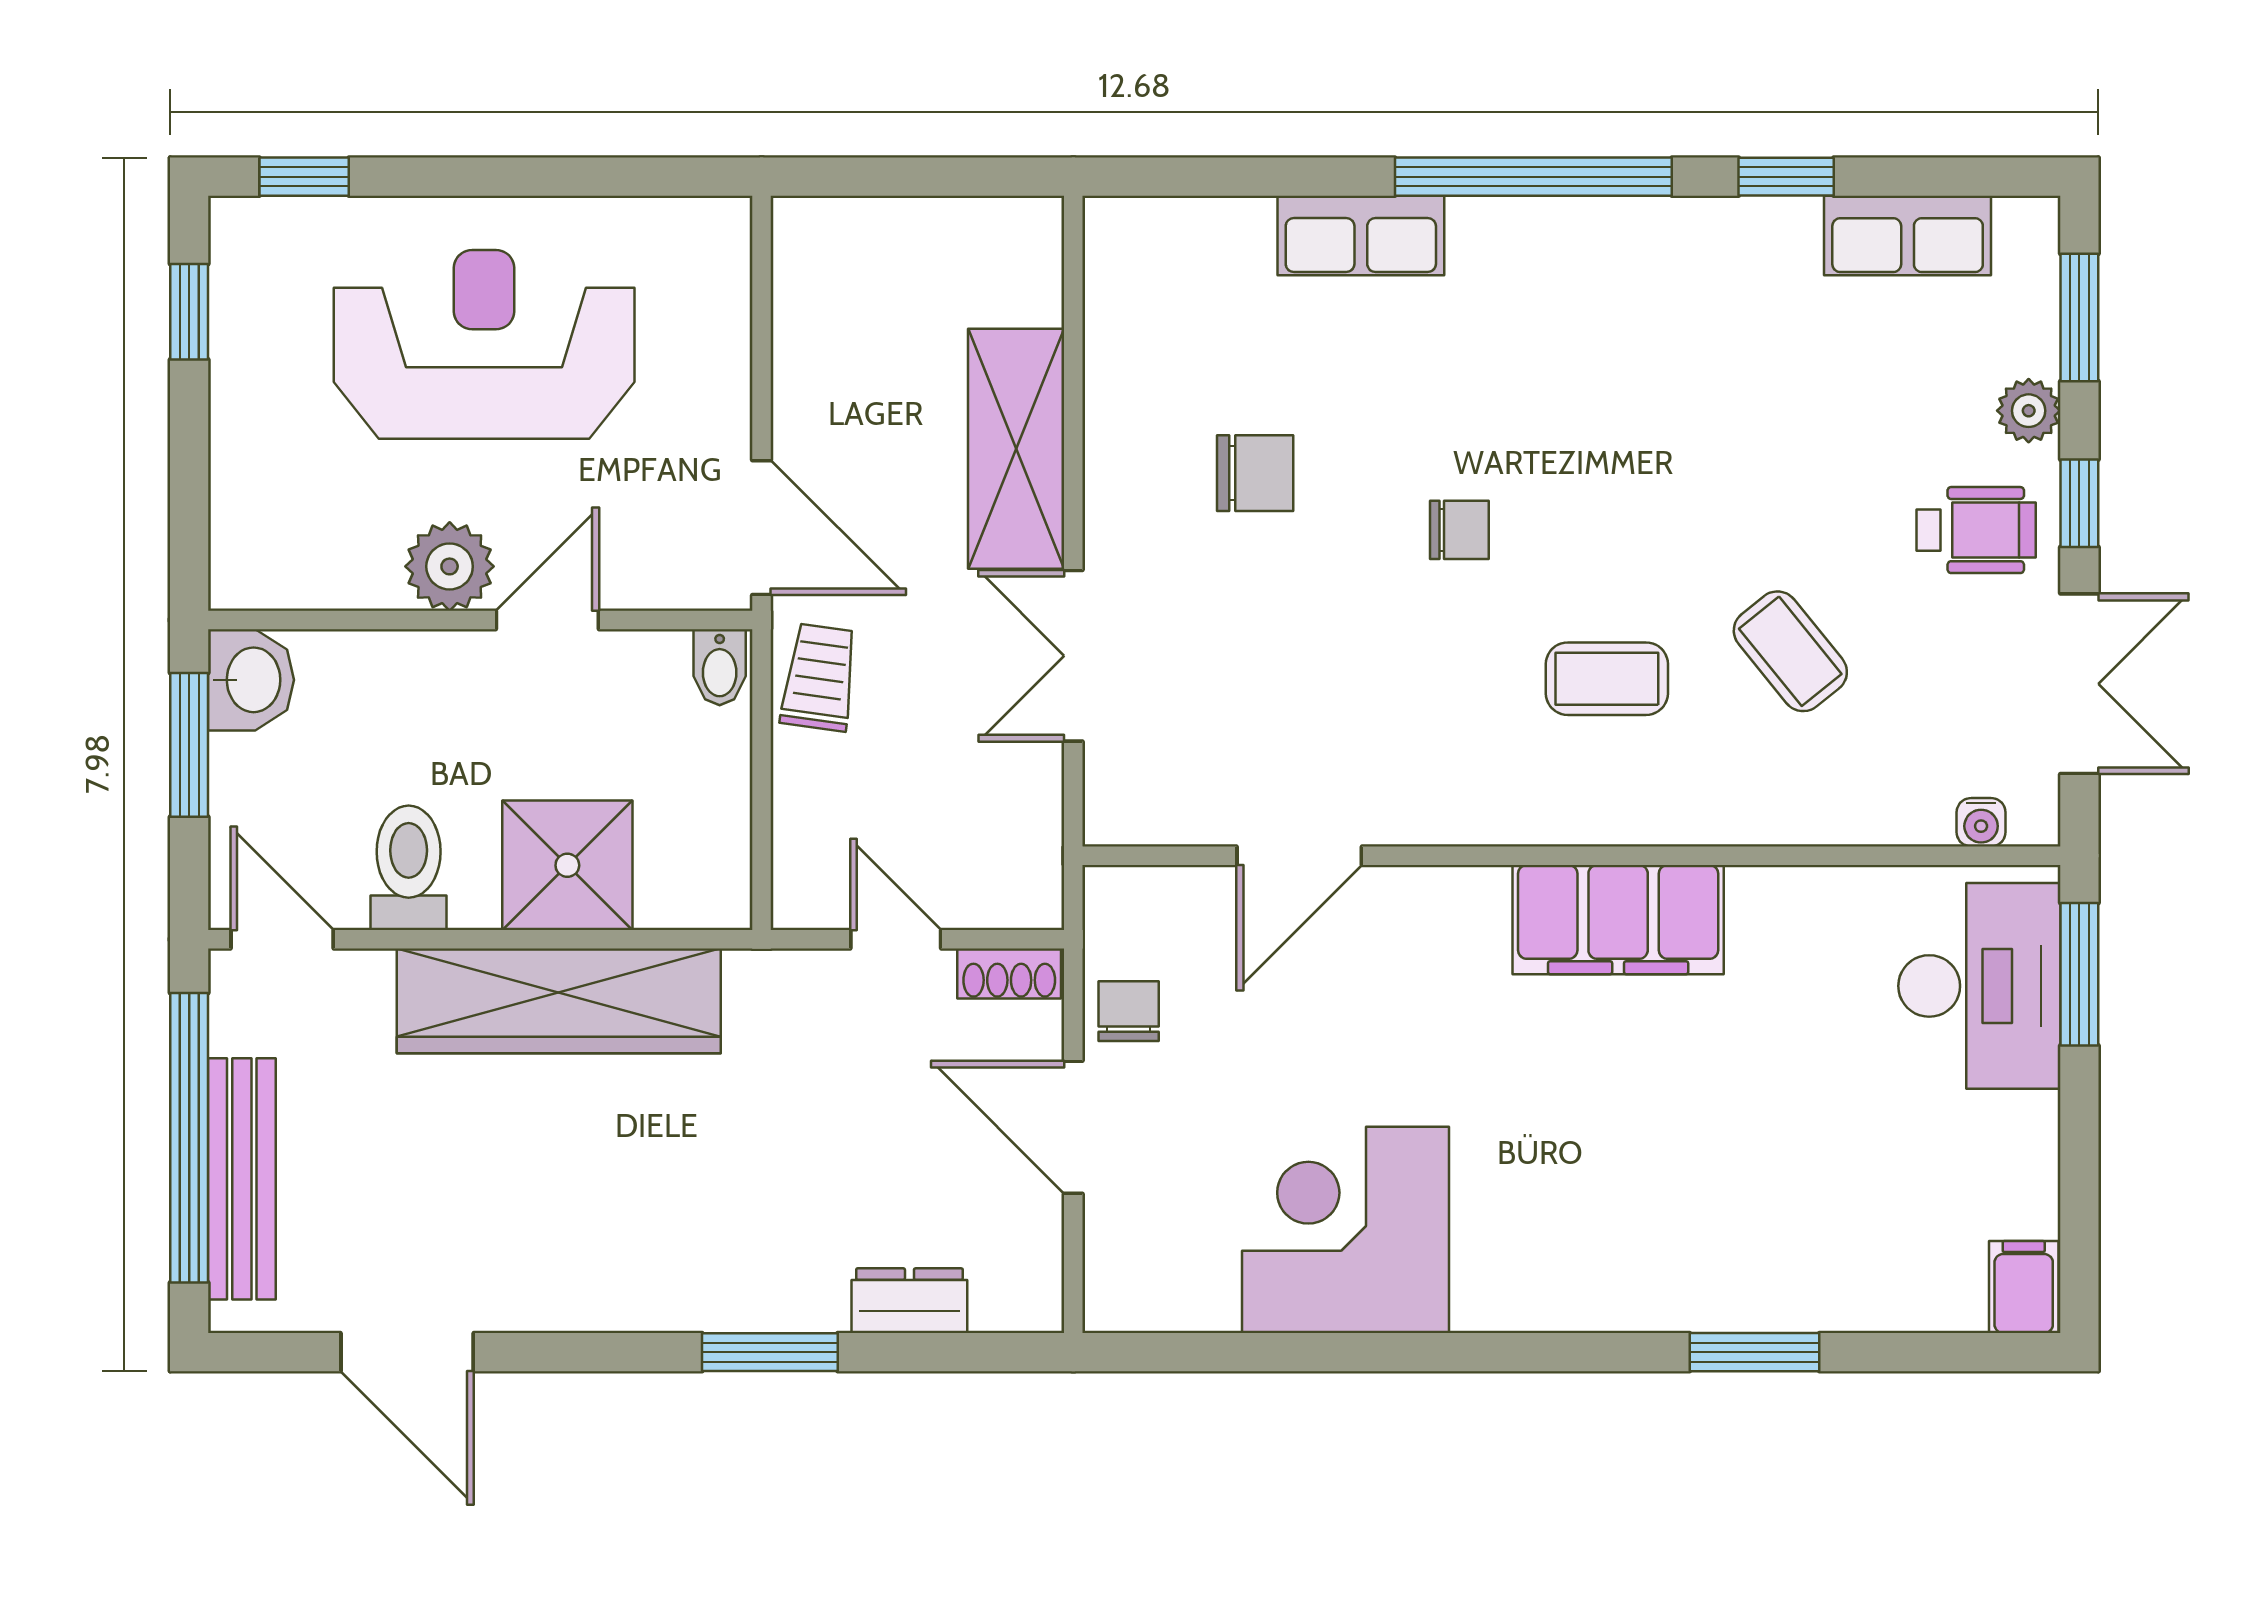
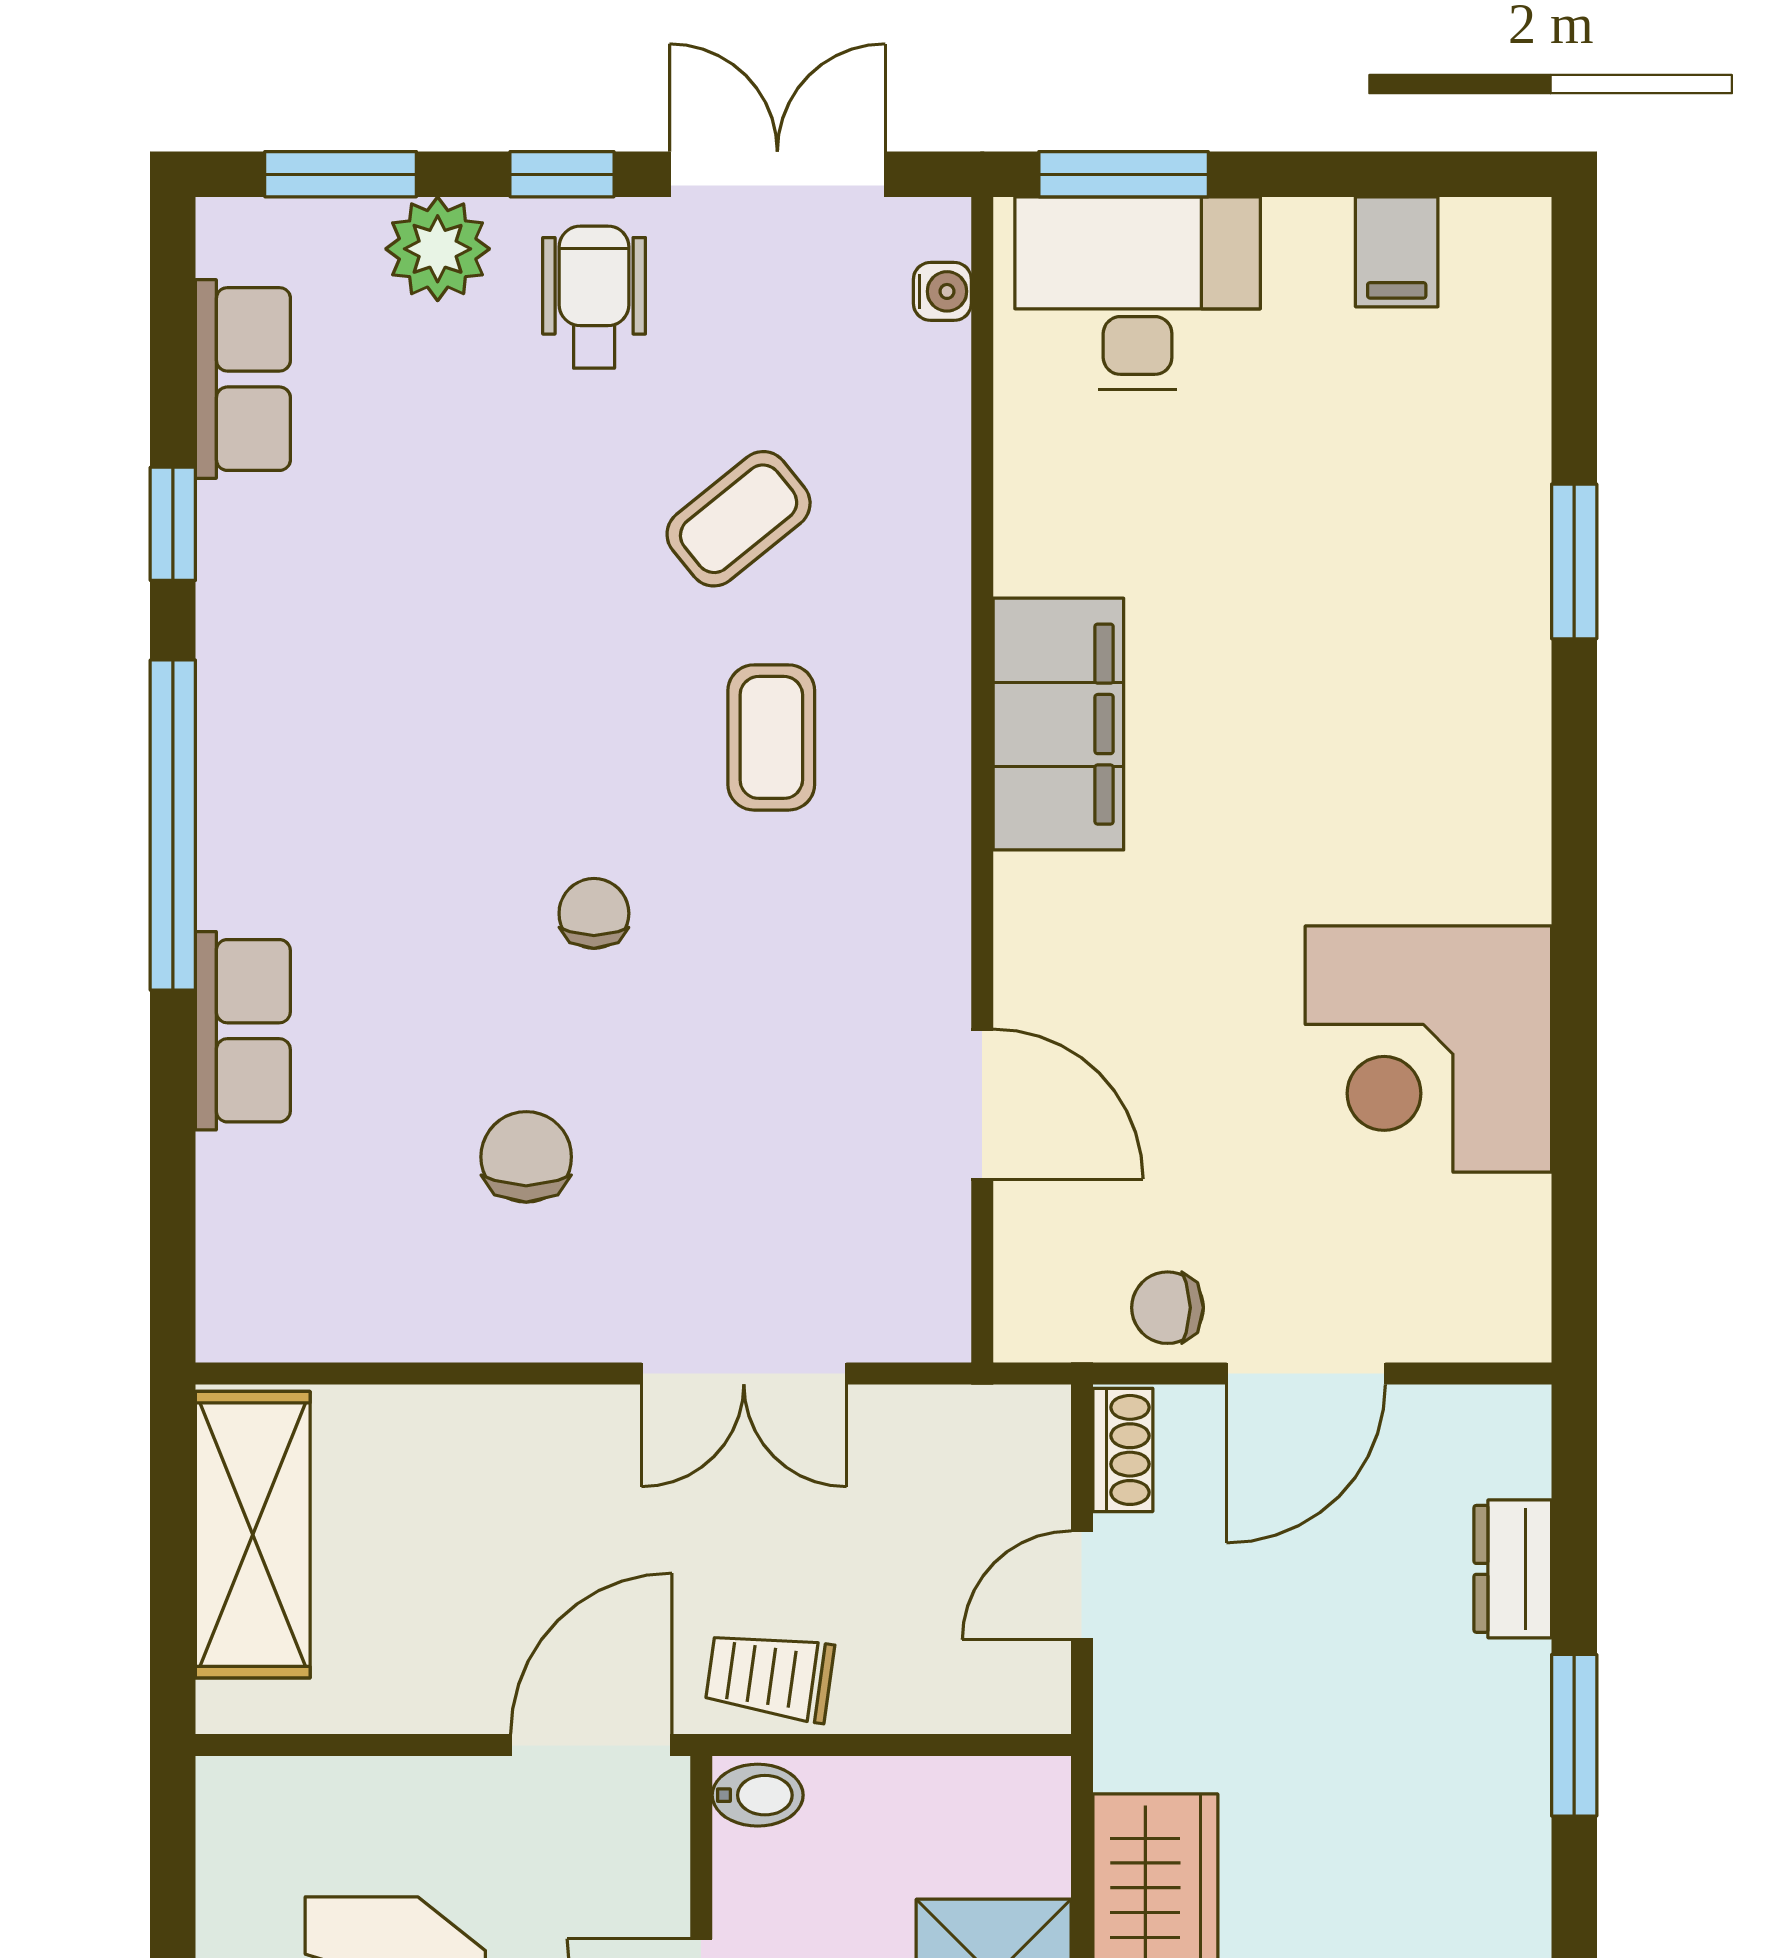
plant: (2029, 411) -> (438, 249), width x1.38, depth x1.38
shelving: (1016, 449) -> (253, 1535), moved, turned 90
filing cabinet: (2024, 1287) -> (1397, 252), moved, turned -90

